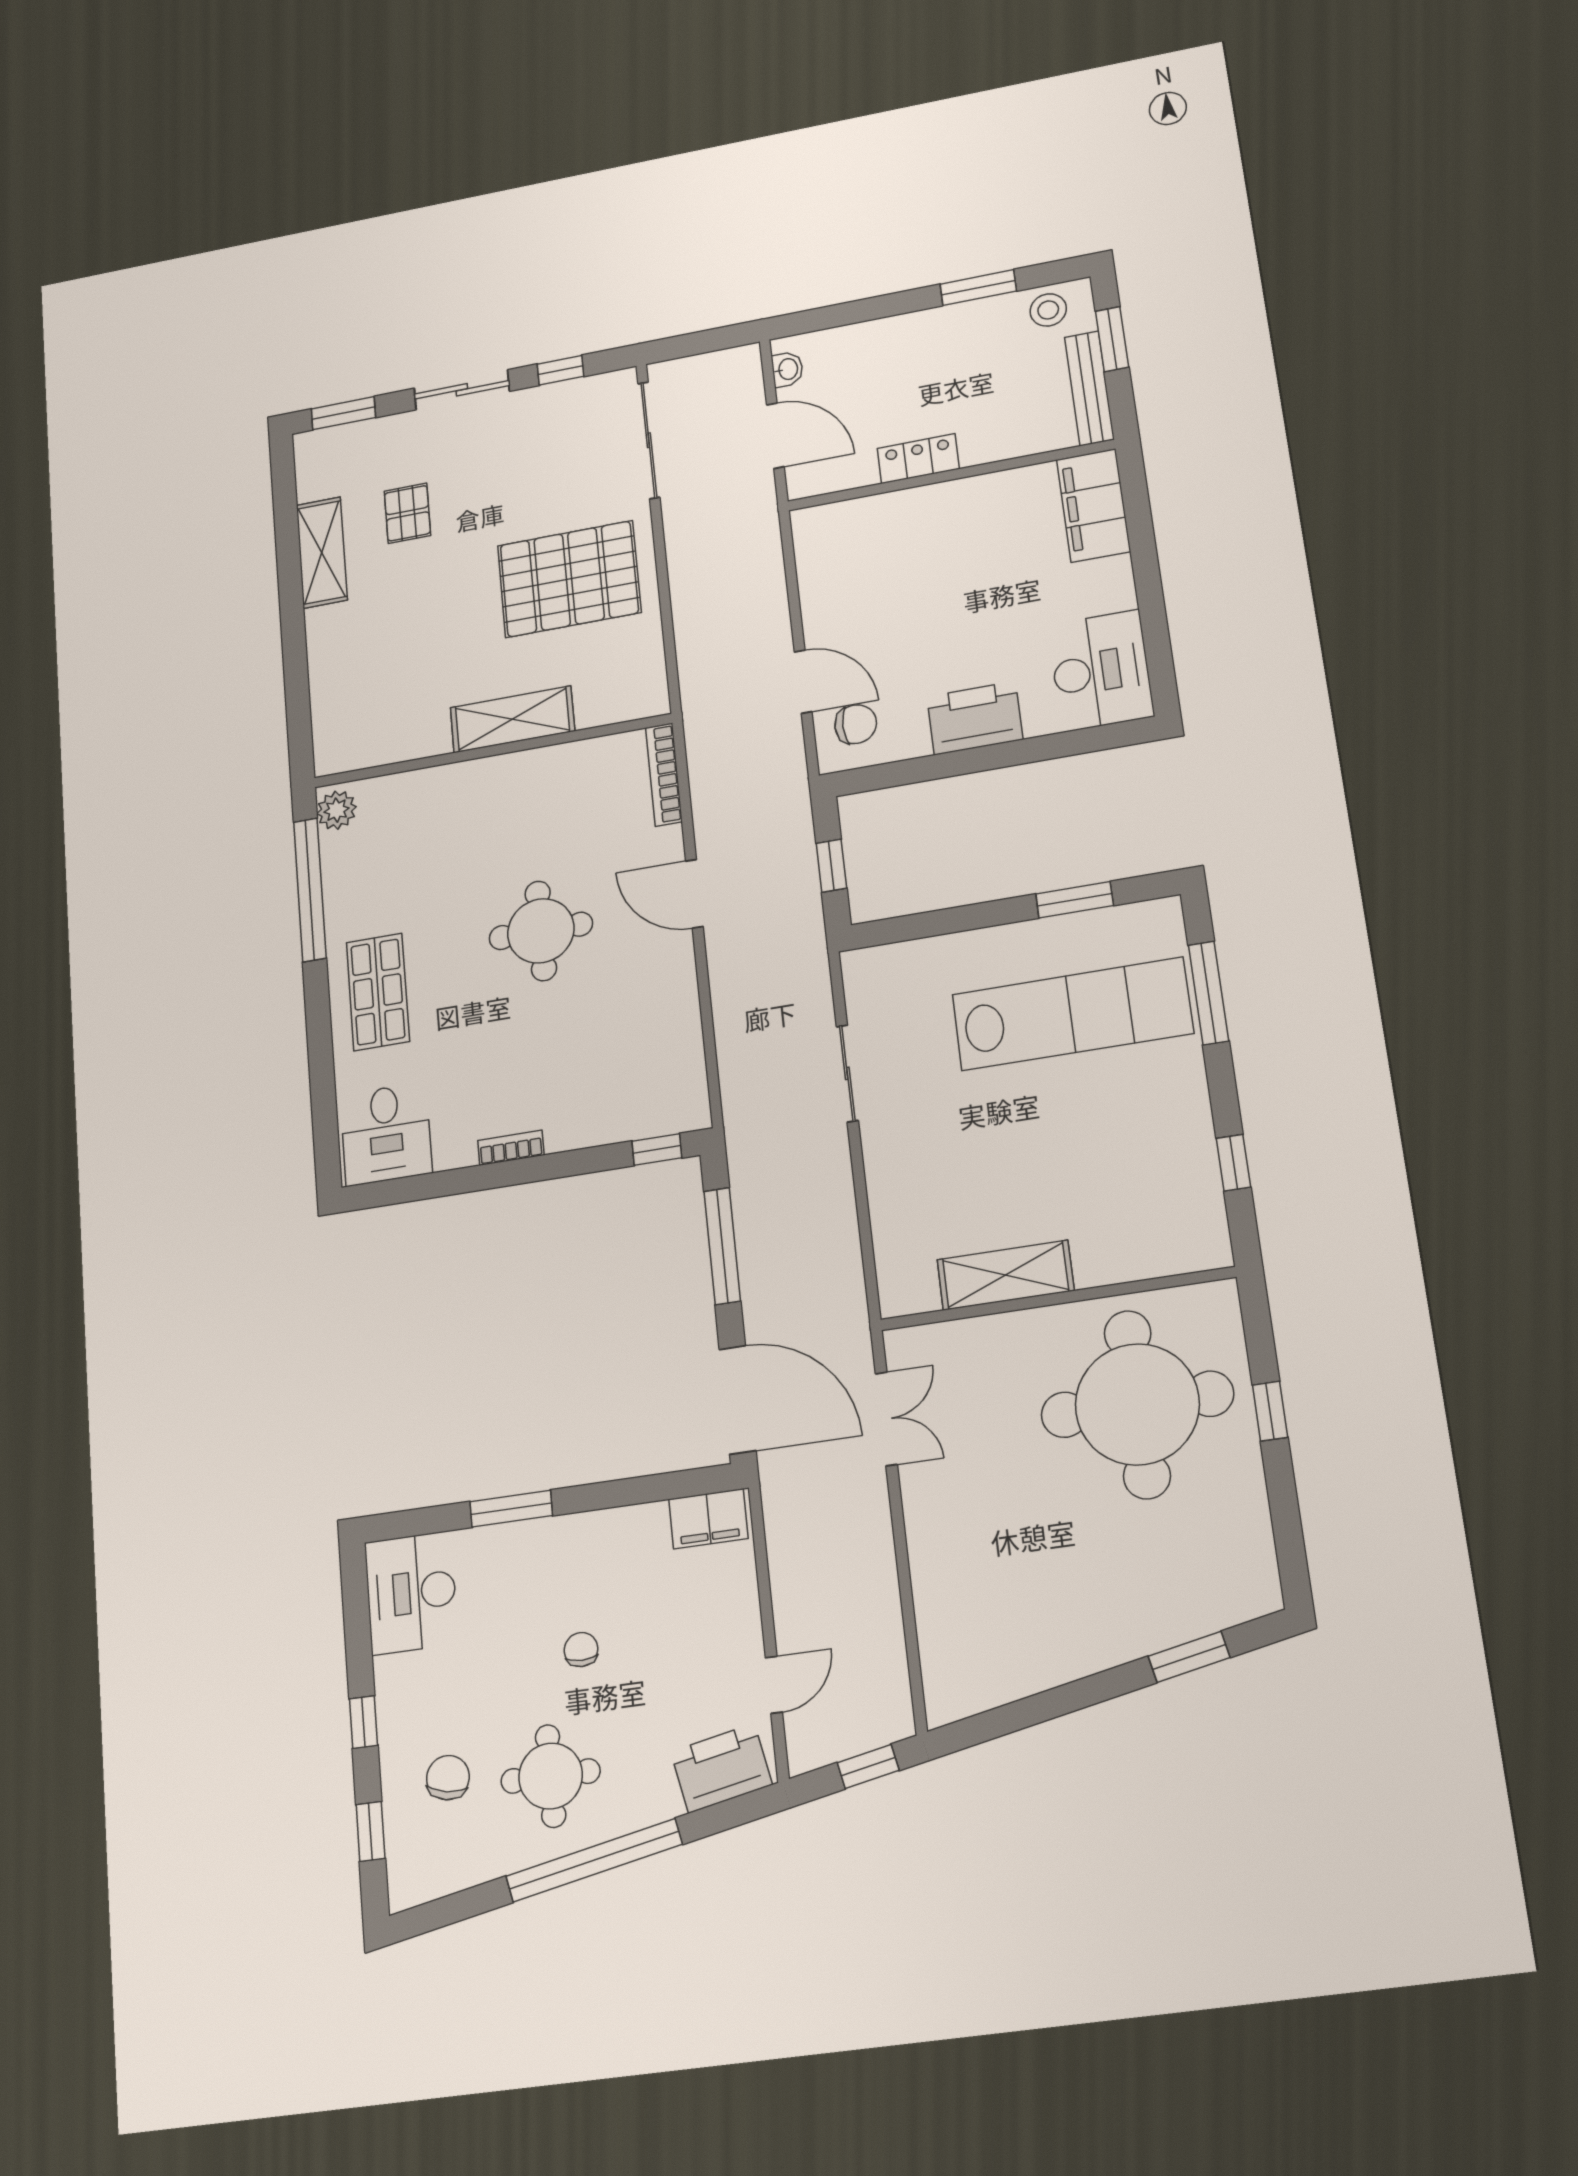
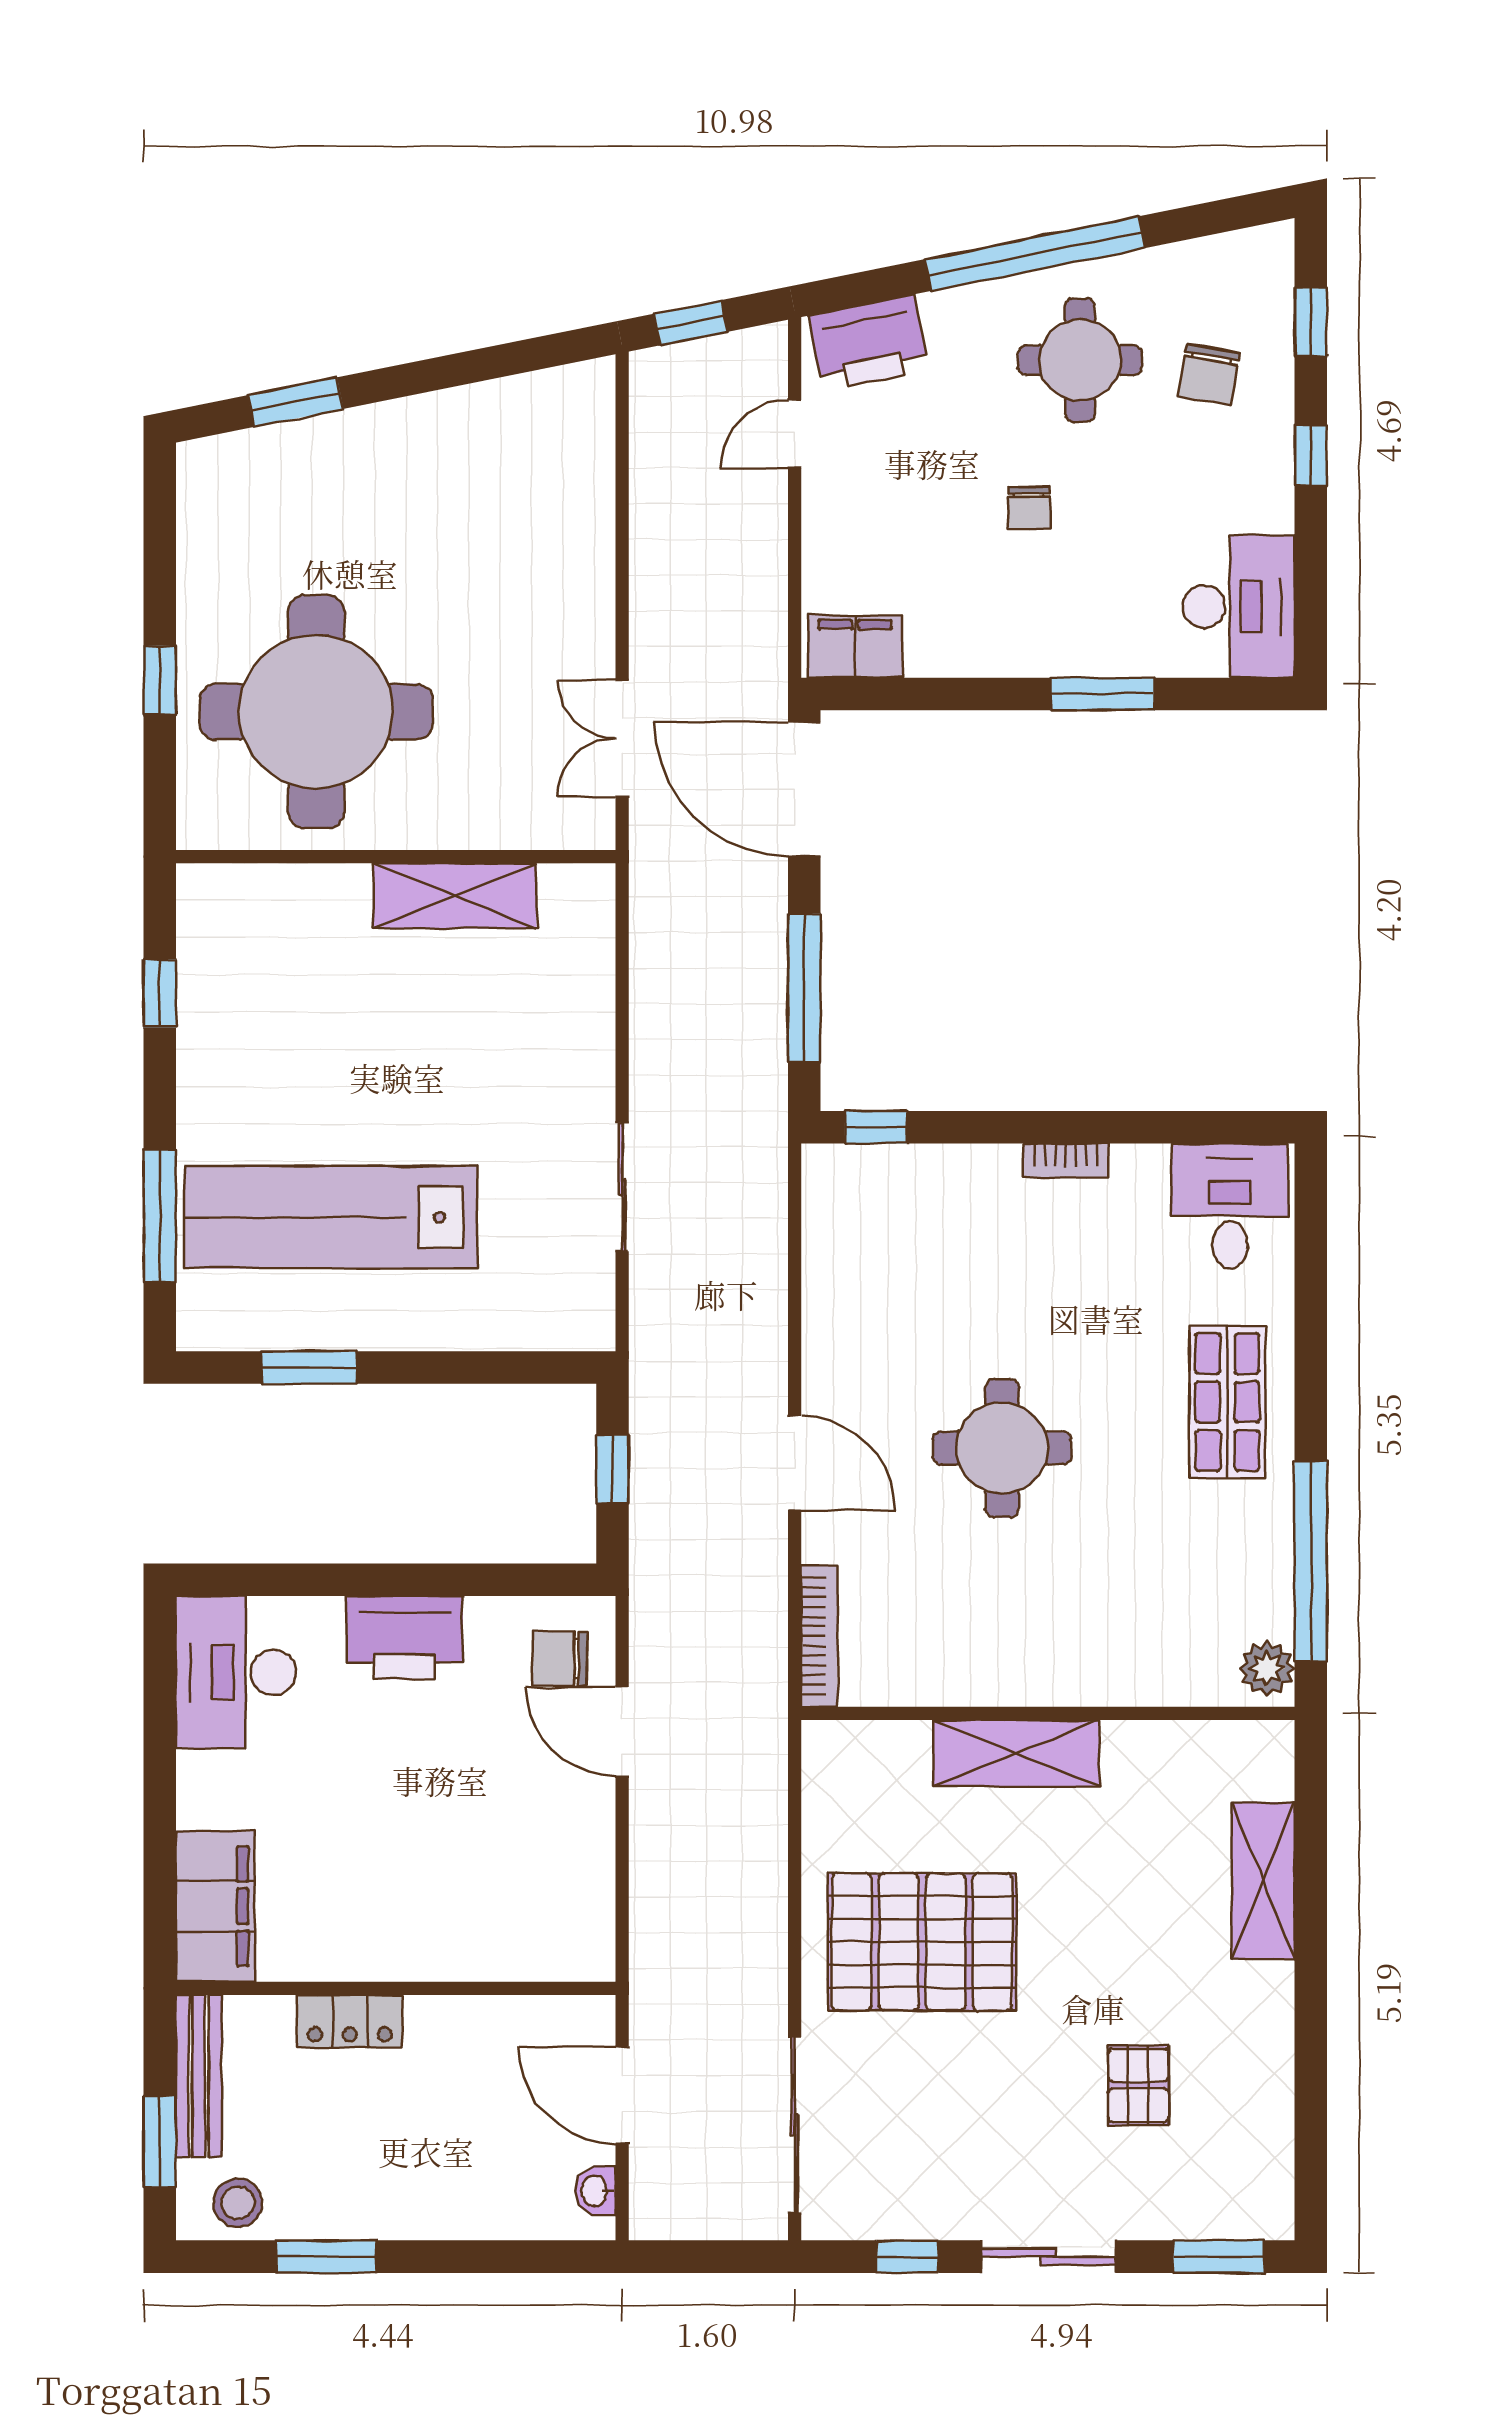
locker: (918, 459) -> (350, 2021), moved
shelving: (322, 552) -> (1263, 1881), moved

